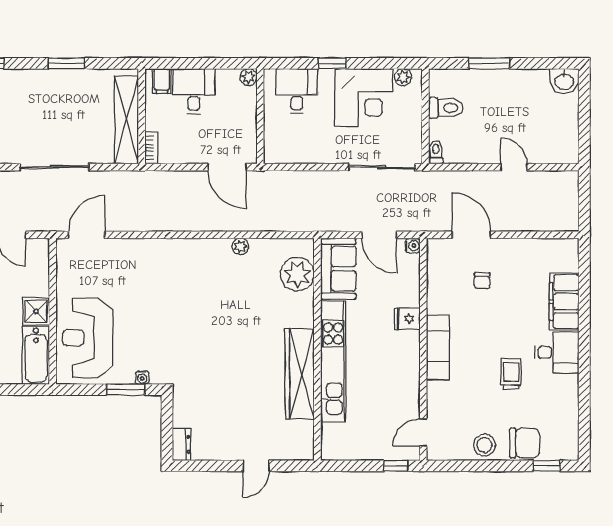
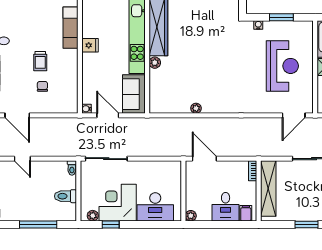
window: (332, 63) -> (111, 224), moved
window: (489, 63) -> (38, 224), width x1.44
desk: (297, 91) -> (155, 207), width x1.37
door: (471, 235) -> (17, 115), moved
plant: (297, 274) -> (155, 63), moved, width x0.53, depth x0.53
fridge: (407, 319) -> (90, 45), moved
reception desk: (88, 338) -> (282, 66), moved
exam couch: (438, 347) -> (71, 28), moved
trolley: (511, 374) -> (40, 61), moved
window: (126, 390) -> (281, 17), moved

